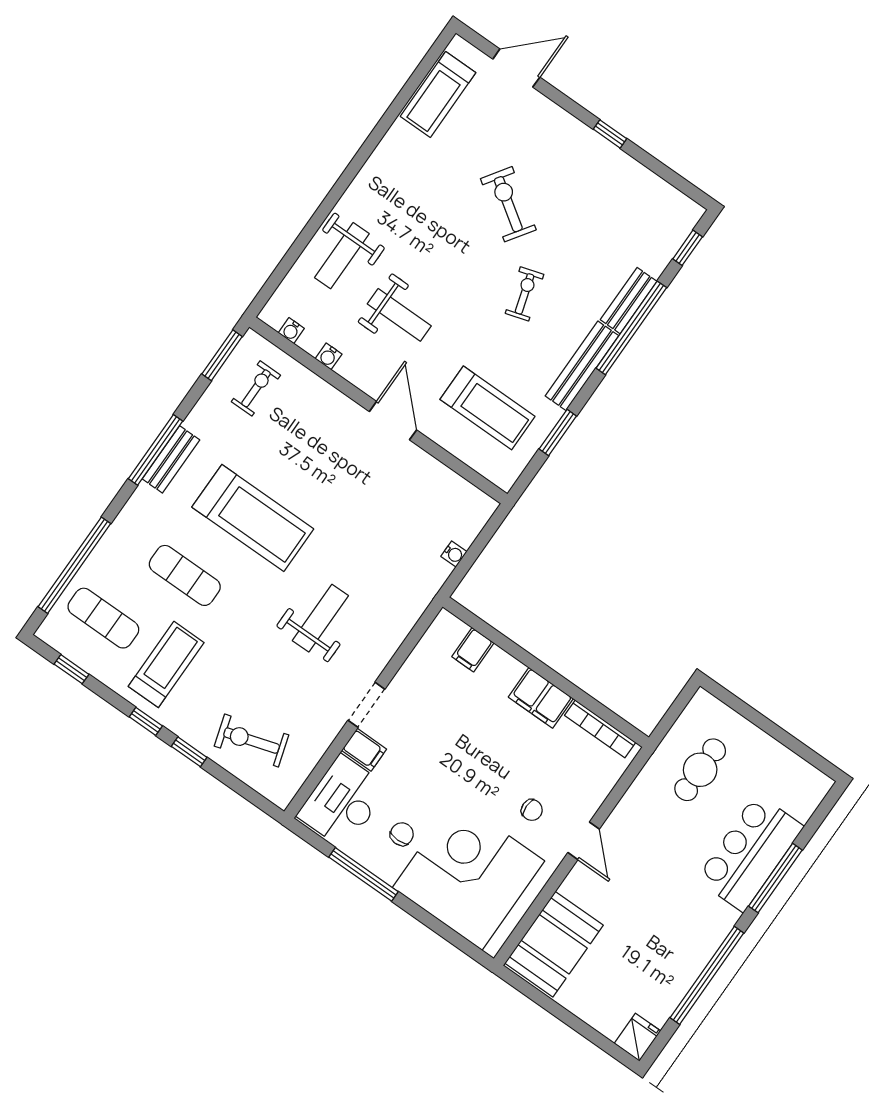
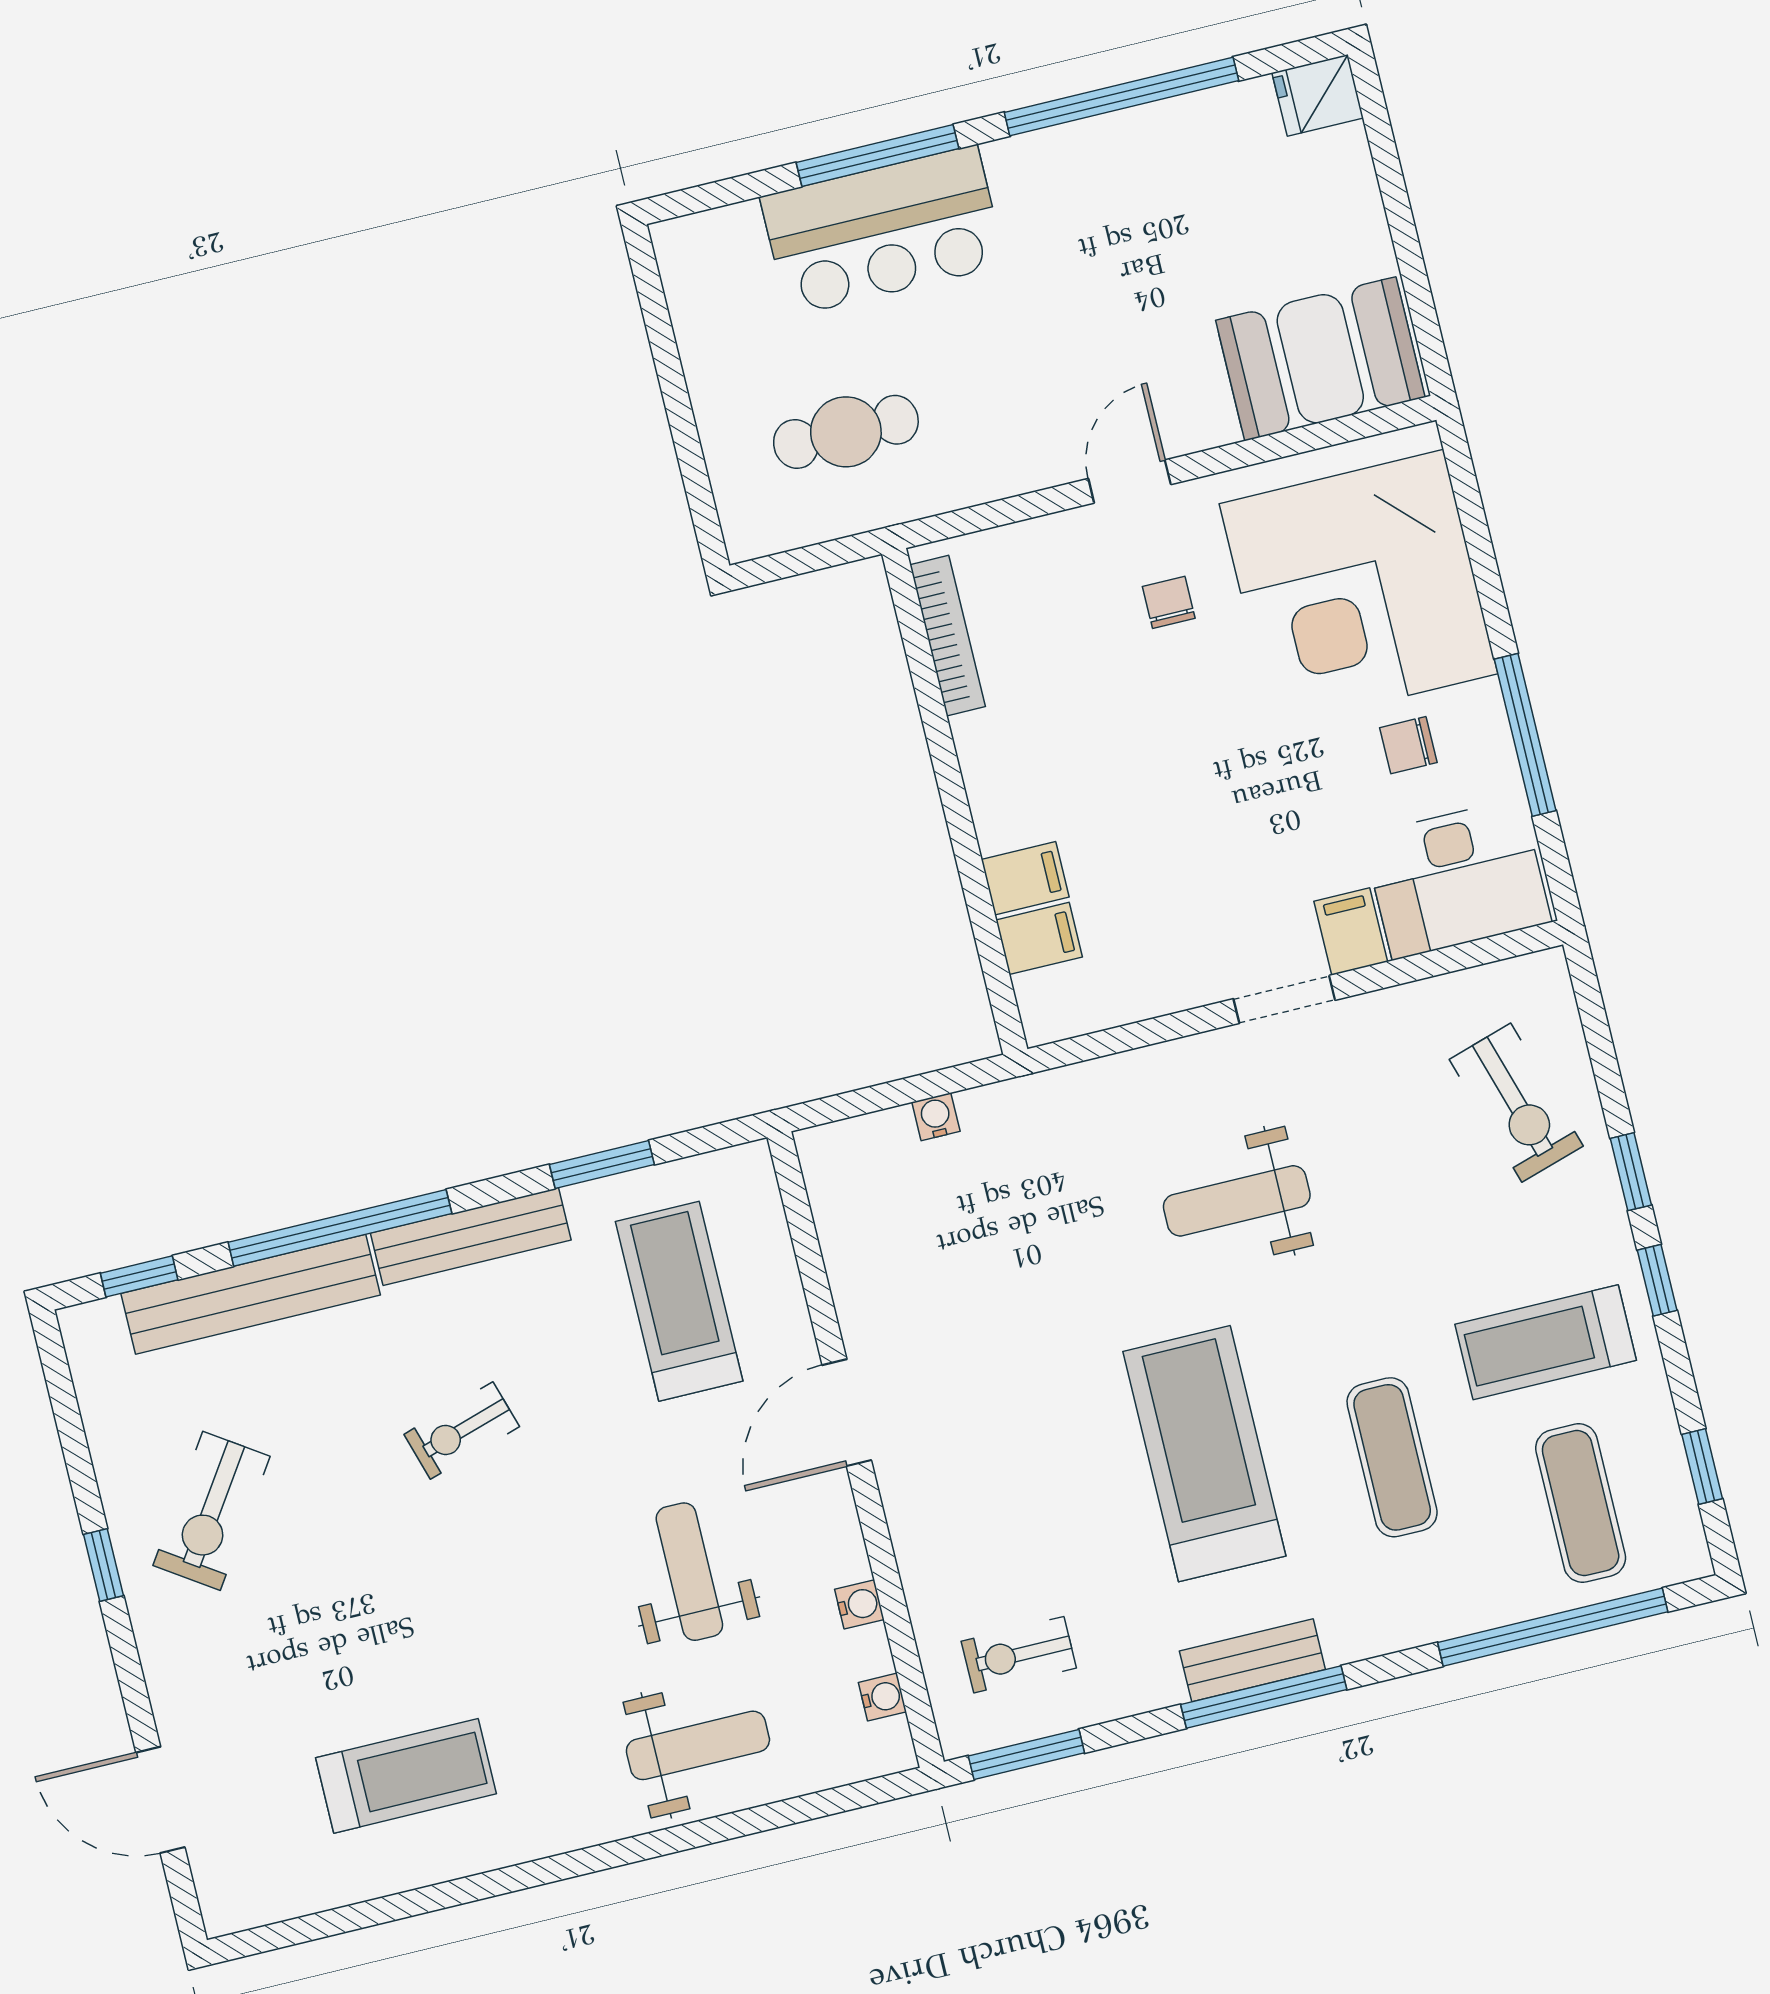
treadmill: (438, 95) -> (406, 1776), moved
exercise bike: (508, 204) -> (212, 1511), moved
bench: (629, 301) -> (251, 1294), width x1.86, depth x1.21
filing cabinet: (541, 698) -> (1025, 878), moved, width x0.50

